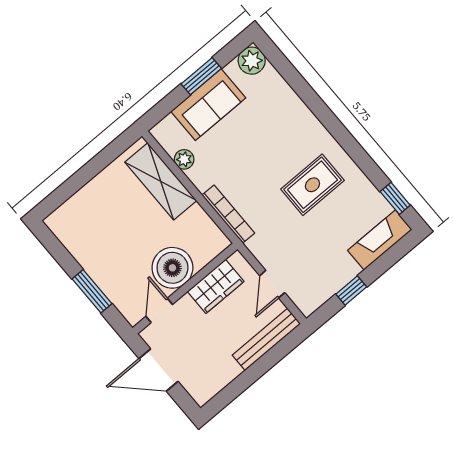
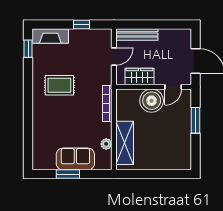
plant: (252, 61) -> (40, 162), removed

